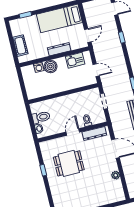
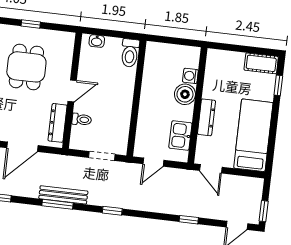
cot: (20, 46) -> (261, 63), moved
toilet: (41, 117) -> (130, 53), moved
door: (73, 132) -> (72, 91), hinge flipped

